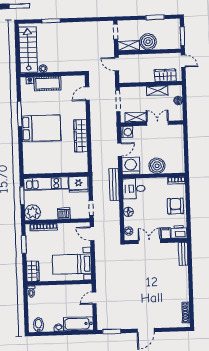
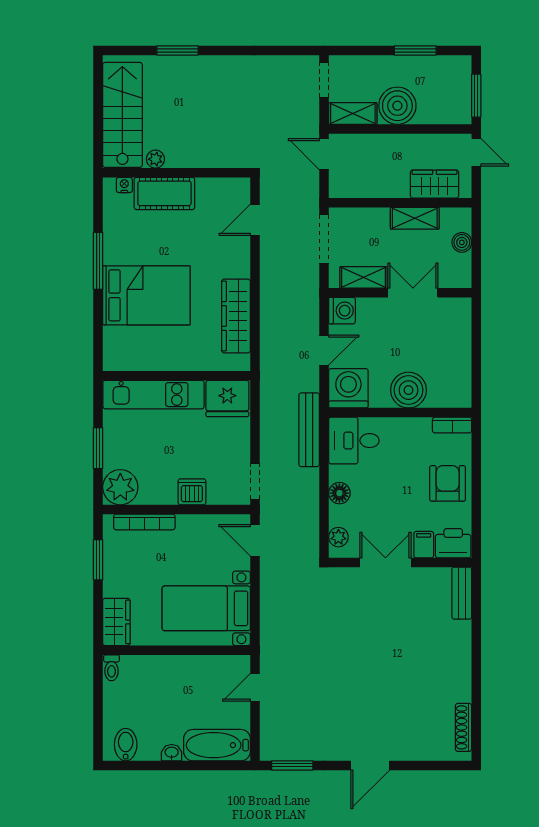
wall: (56, 175) -> (176, 376), moved
kitchen unit: (46, 184) -> (153, 395), moved
fridge: (78, 184) -> (227, 398), moved

